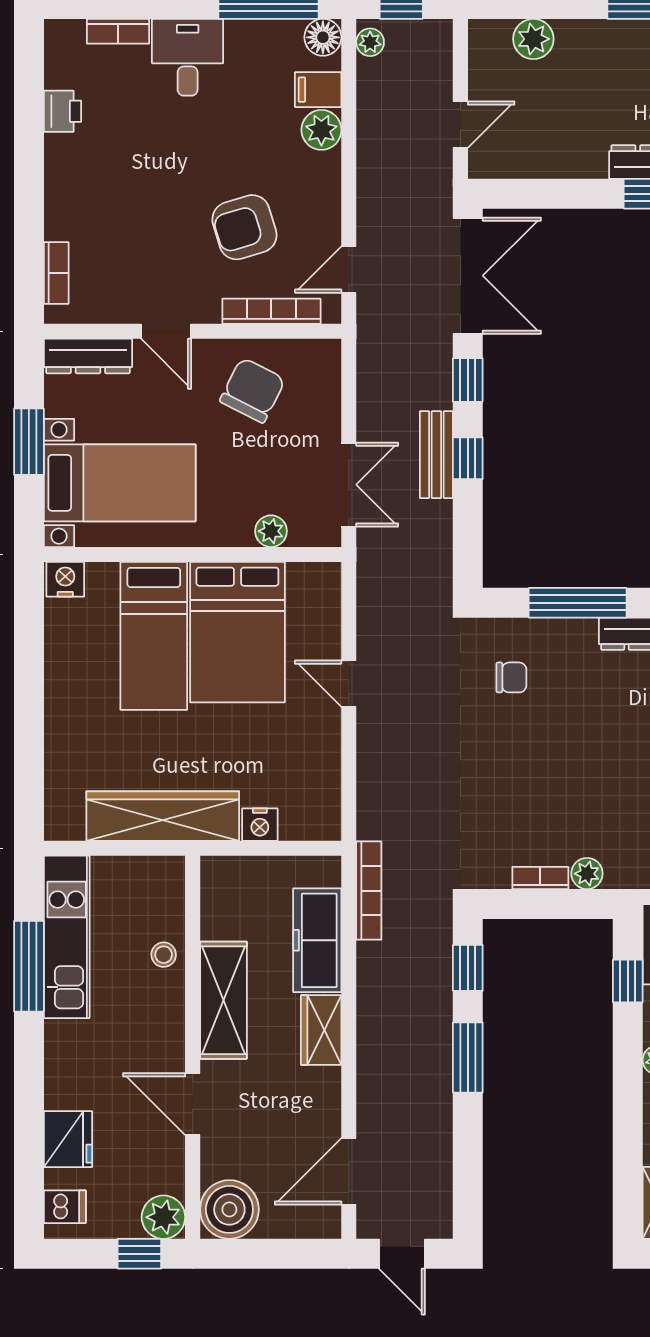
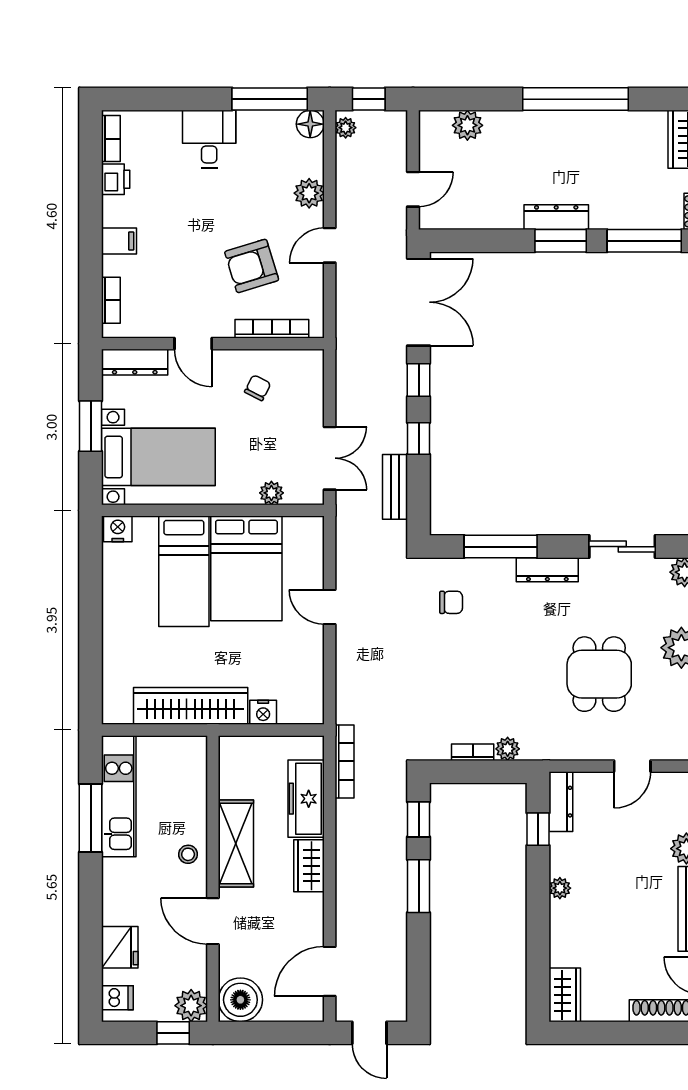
bookcase: (118, 31) -> (111, 139), moved, turned -90
filing cabinet: (318, 90) -> (119, 241), moved, turned 180
door: (349, 270) -> (330, 245), moved
chair: (253, 390) -> (258, 388), width x0.54, depth x0.54
bench: (436, 455) -> (395, 487), moved
stool: (164, 955) -> (188, 854), moved

